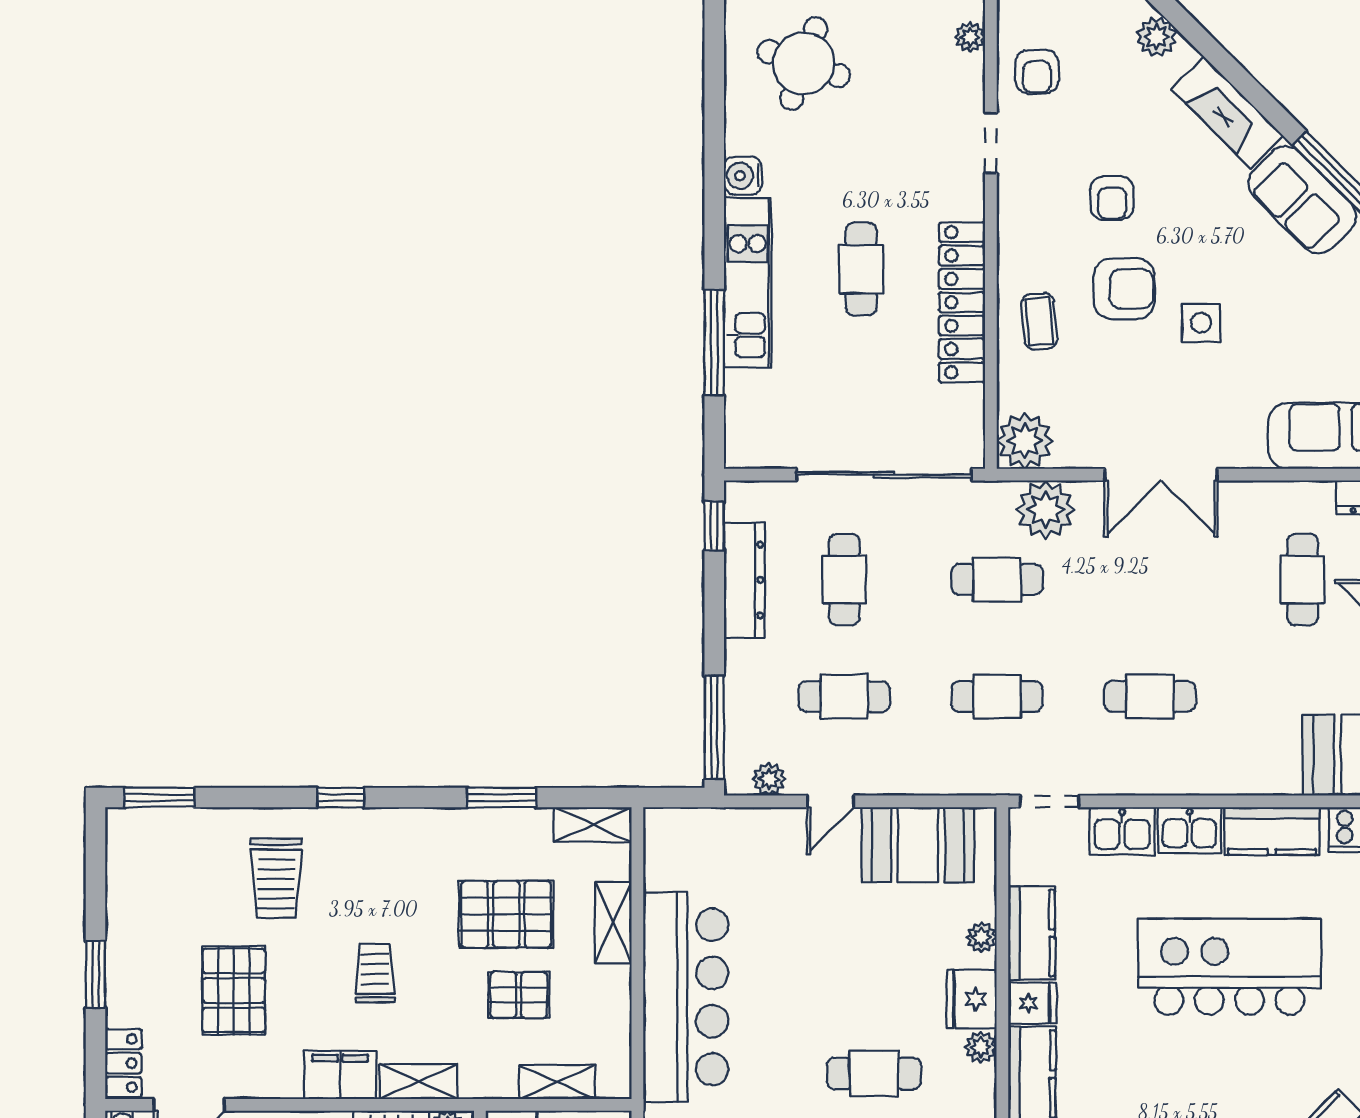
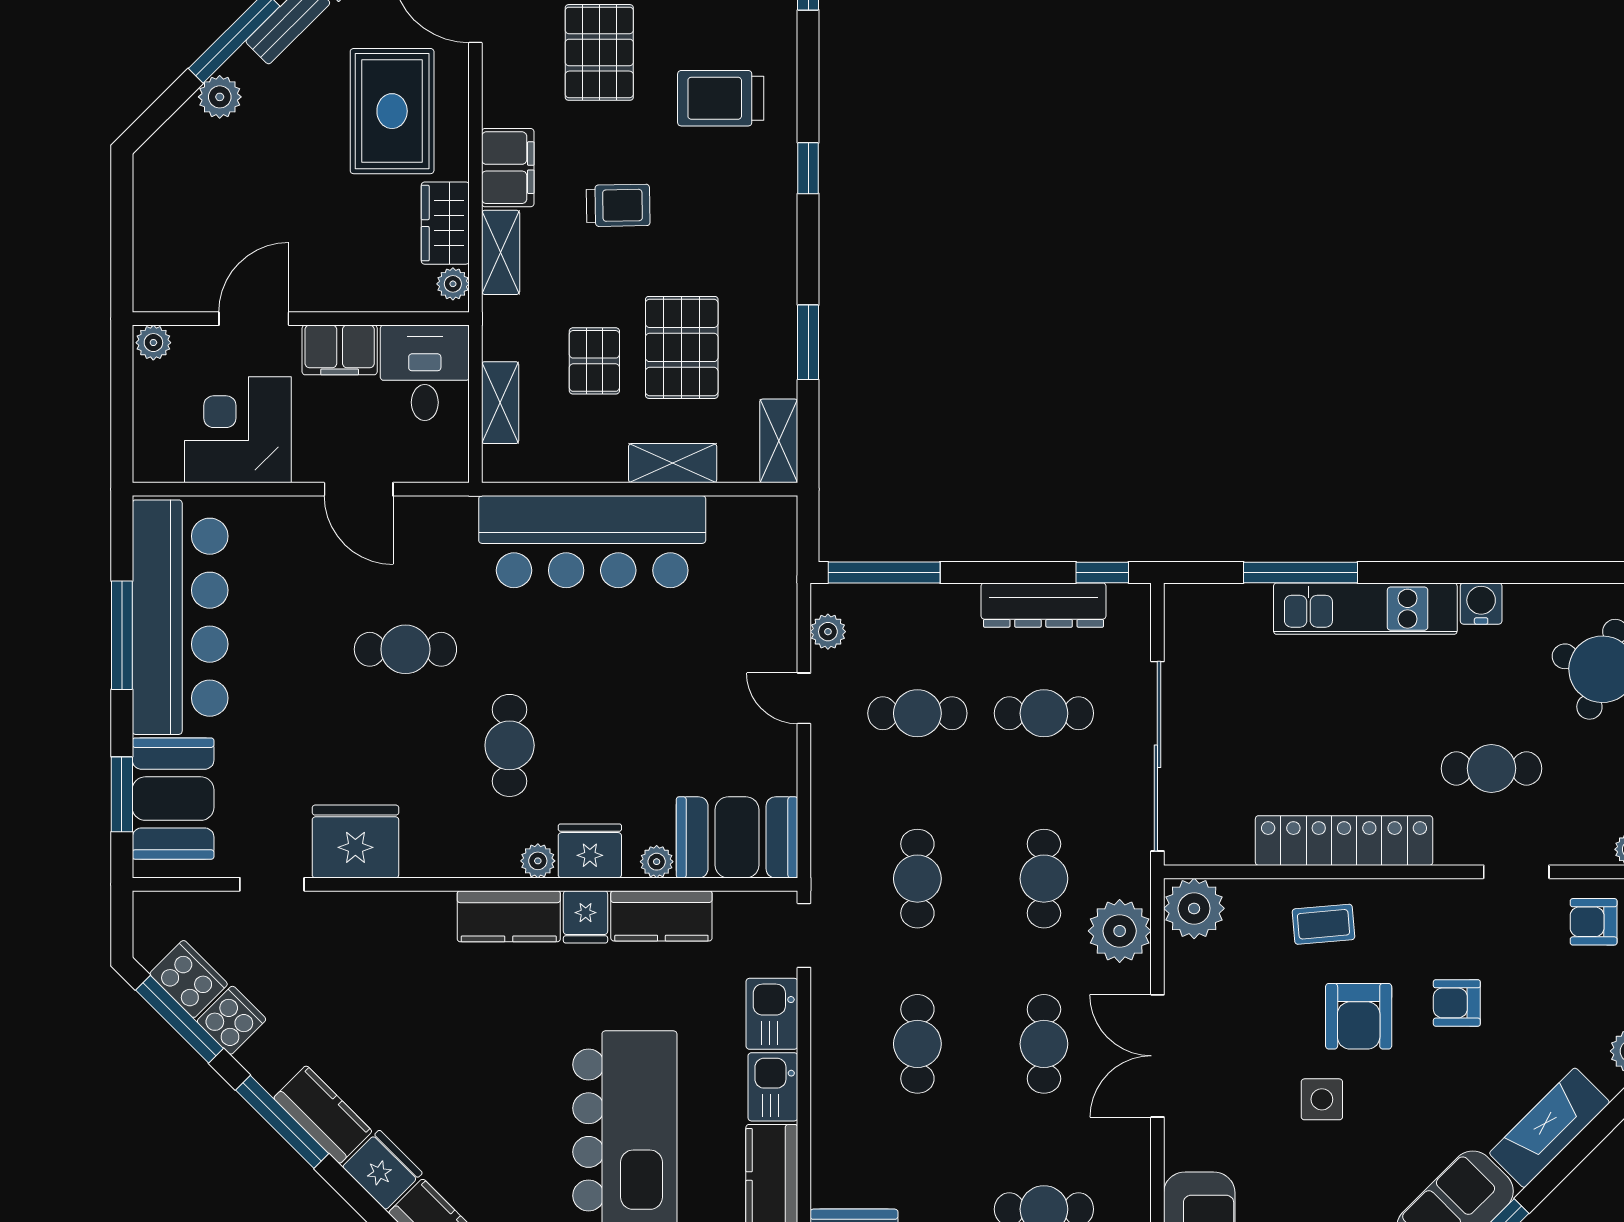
cafe table: (861, 269) -> (1491, 768), moved
cafe table: (1150, 580) -> (1044, 1044), added
cafe table: (844, 696) -> (917, 713), turned 90
booth: (918, 845) -> (737, 837), moved, turned 90
pallet: (234, 990) -> (599, 52), turned 90

